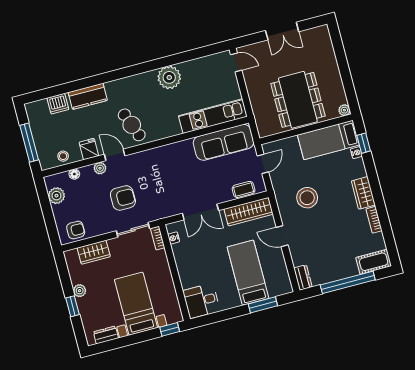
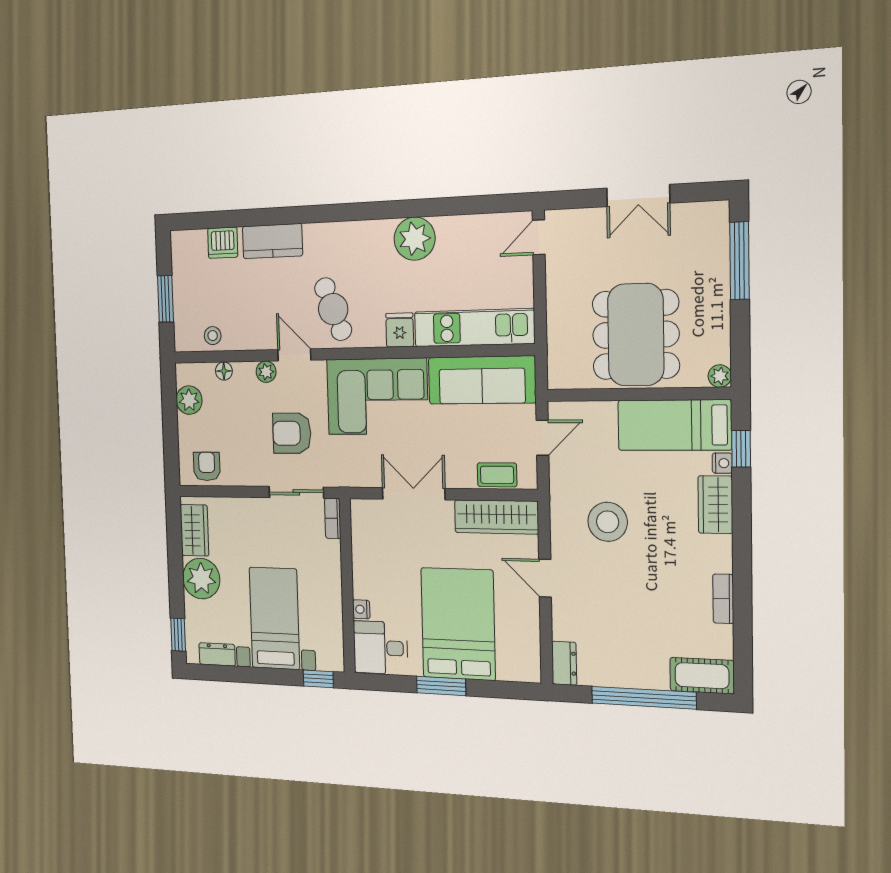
window: (340, 52) -> (740, 261), added
door: (236, 62) -> (539, 237), swing flipped
window: (29, 143) -> (165, 299), width x0.69
fridge: (89, 149) -> (400, 330), moved
corner sofa: (168, 165) -> (377, 397), added
wardrobe: (363, 193) -> (715, 505), moved
armchair: (123, 198) -> (292, 433), turned 180
double door: (200, 212) -> (414, 494), swing flipped
armchair: (76, 230) -> (207, 466), turned -90
nightstand: (174, 238) -> (361, 609), moved
wardrobe: (94, 252) -> (194, 530), moved, turned -90
bed: (248, 273) -> (458, 624), width x1.50
plant: (80, 291) -> (201, 579), width x1.88, depth x1.88
window: (263, 305) -> (441, 686), moved
window: (72, 306) -> (178, 635), moved

